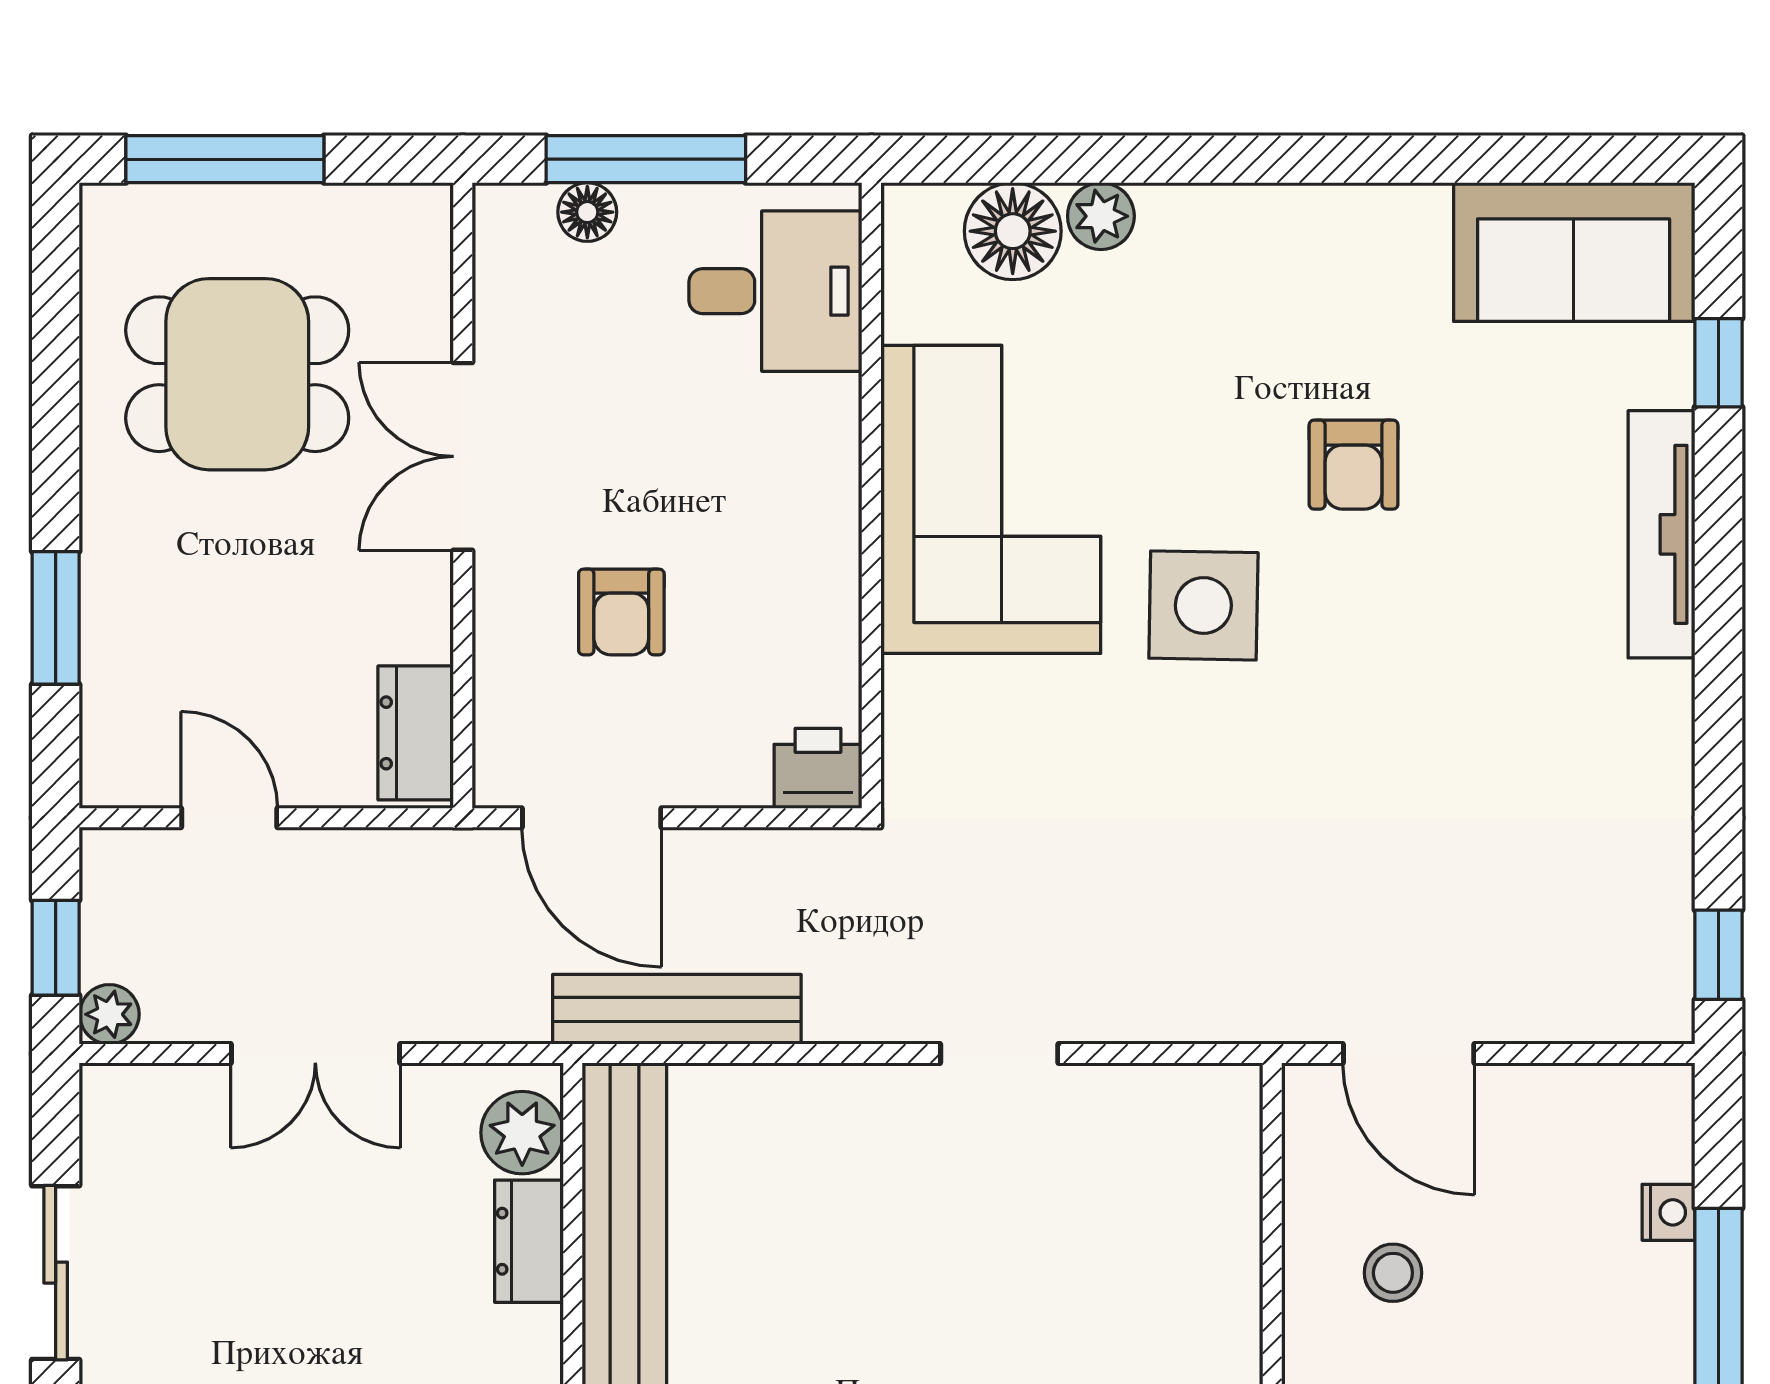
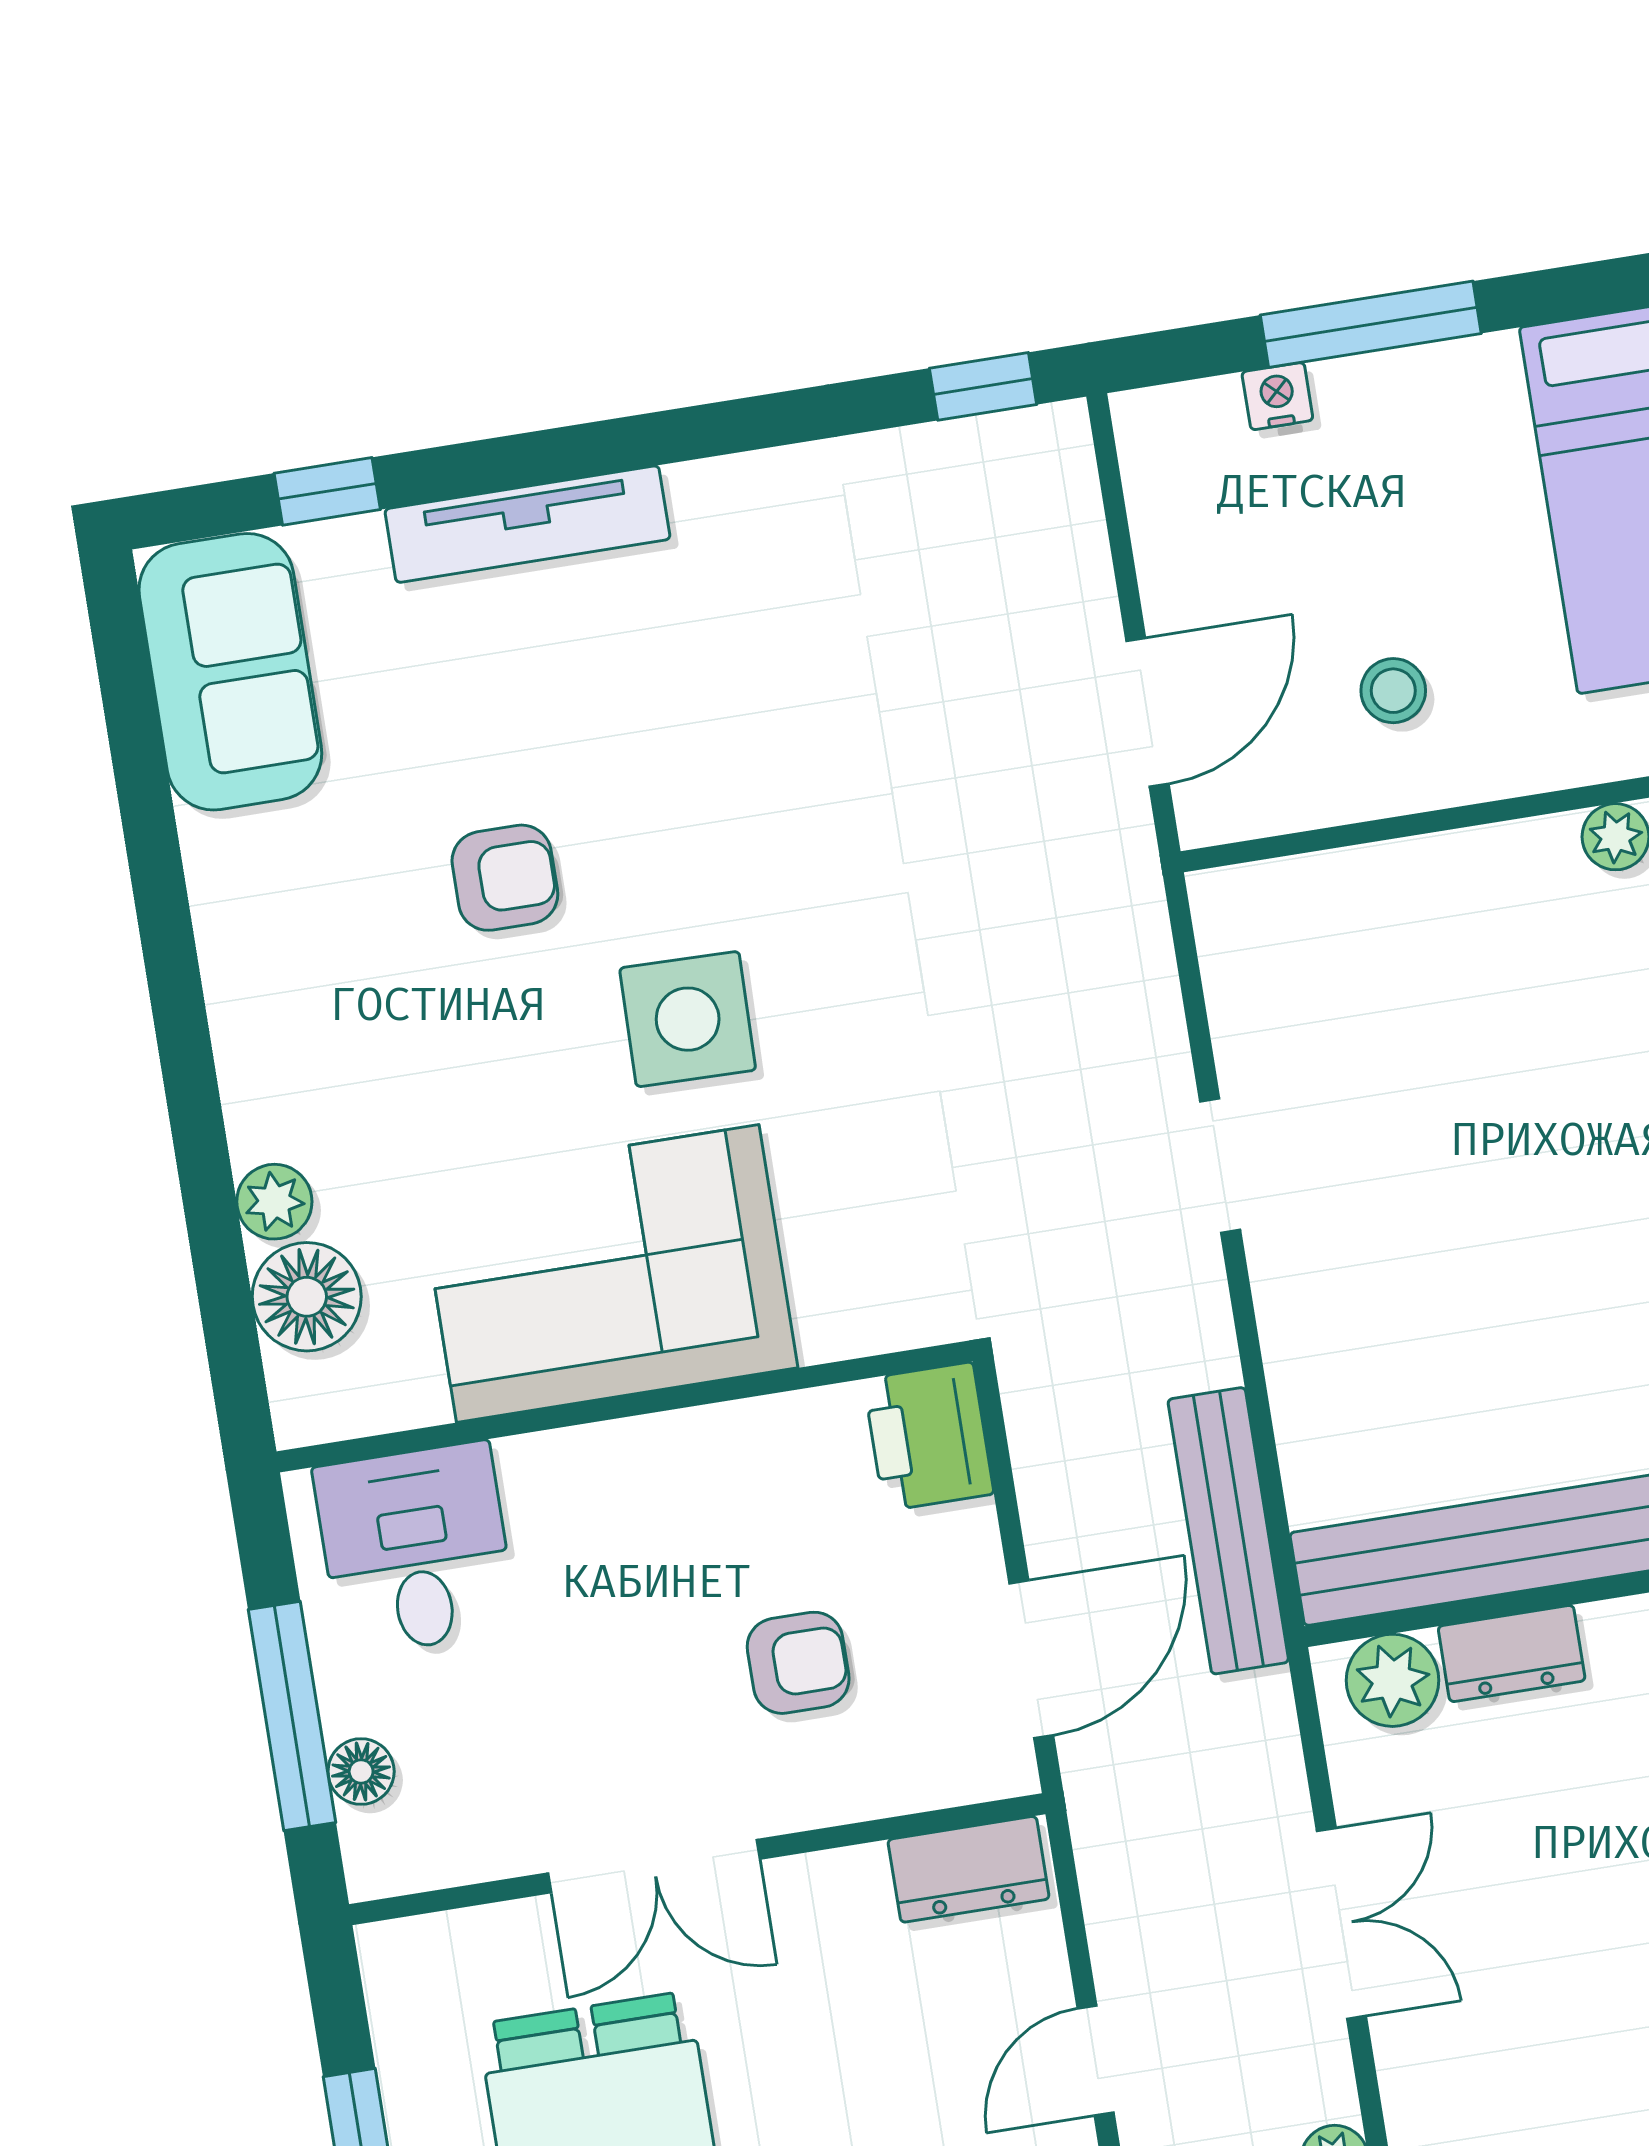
printer: (818, 768) -> (929, 1437), width x1.36, depth x1.24

